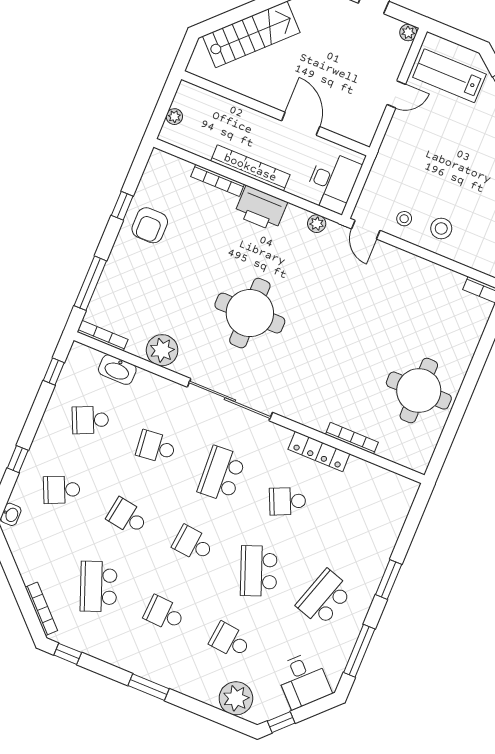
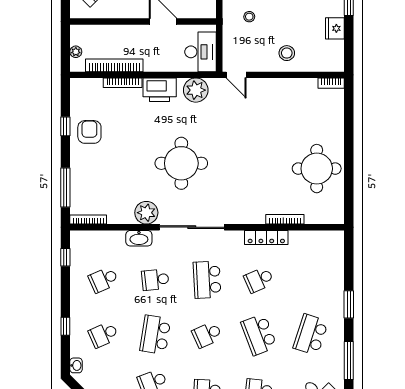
bookcase: (250, 168) -> (114, 65), moved
stool: (404, 219) -> (249, 17), moved
plant: (317, 224) -> (196, 90), width x1.87, depth x1.87
armchair: (150, 225) -> (89, 132), turned 180
plant: (162, 350) -> (146, 213), moved
washbasin: (117, 370) -> (139, 238), moved
school desk: (127, 517) -> (155, 335), width x1.85
school desk: (193, 544) -> (207, 335), turned -30

